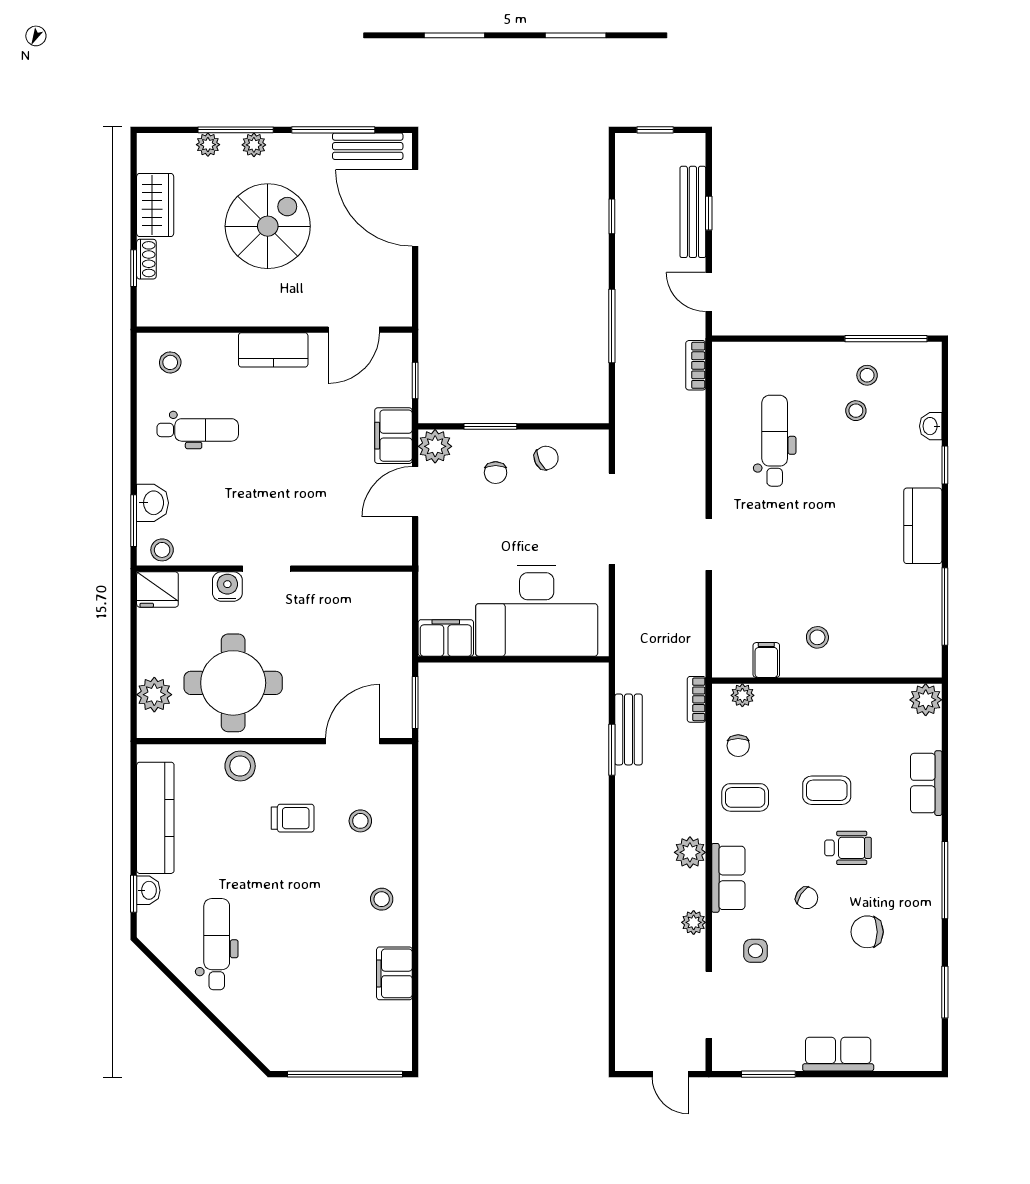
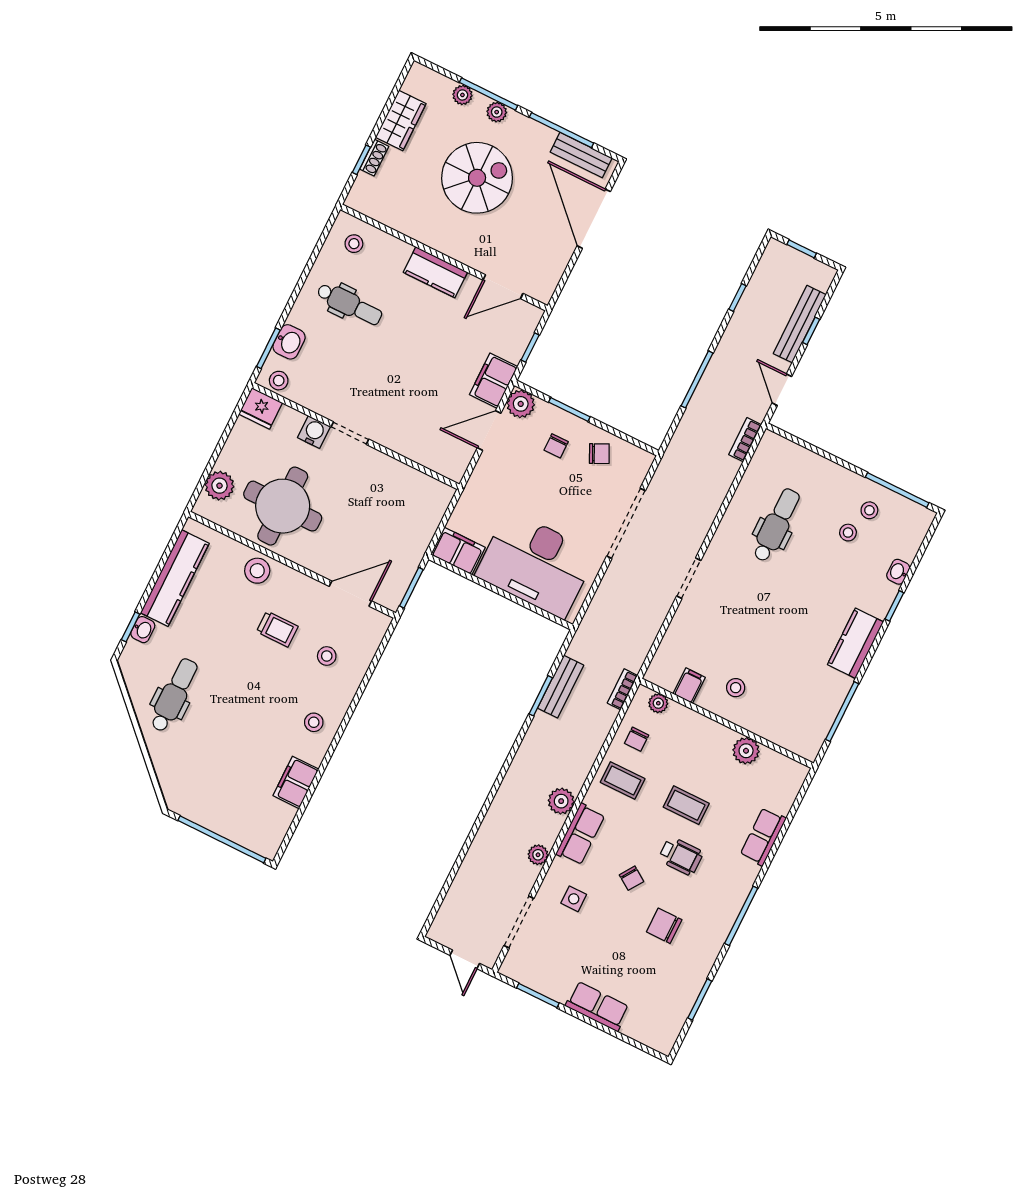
plant: (926, 700) -> (746, 751), moved

